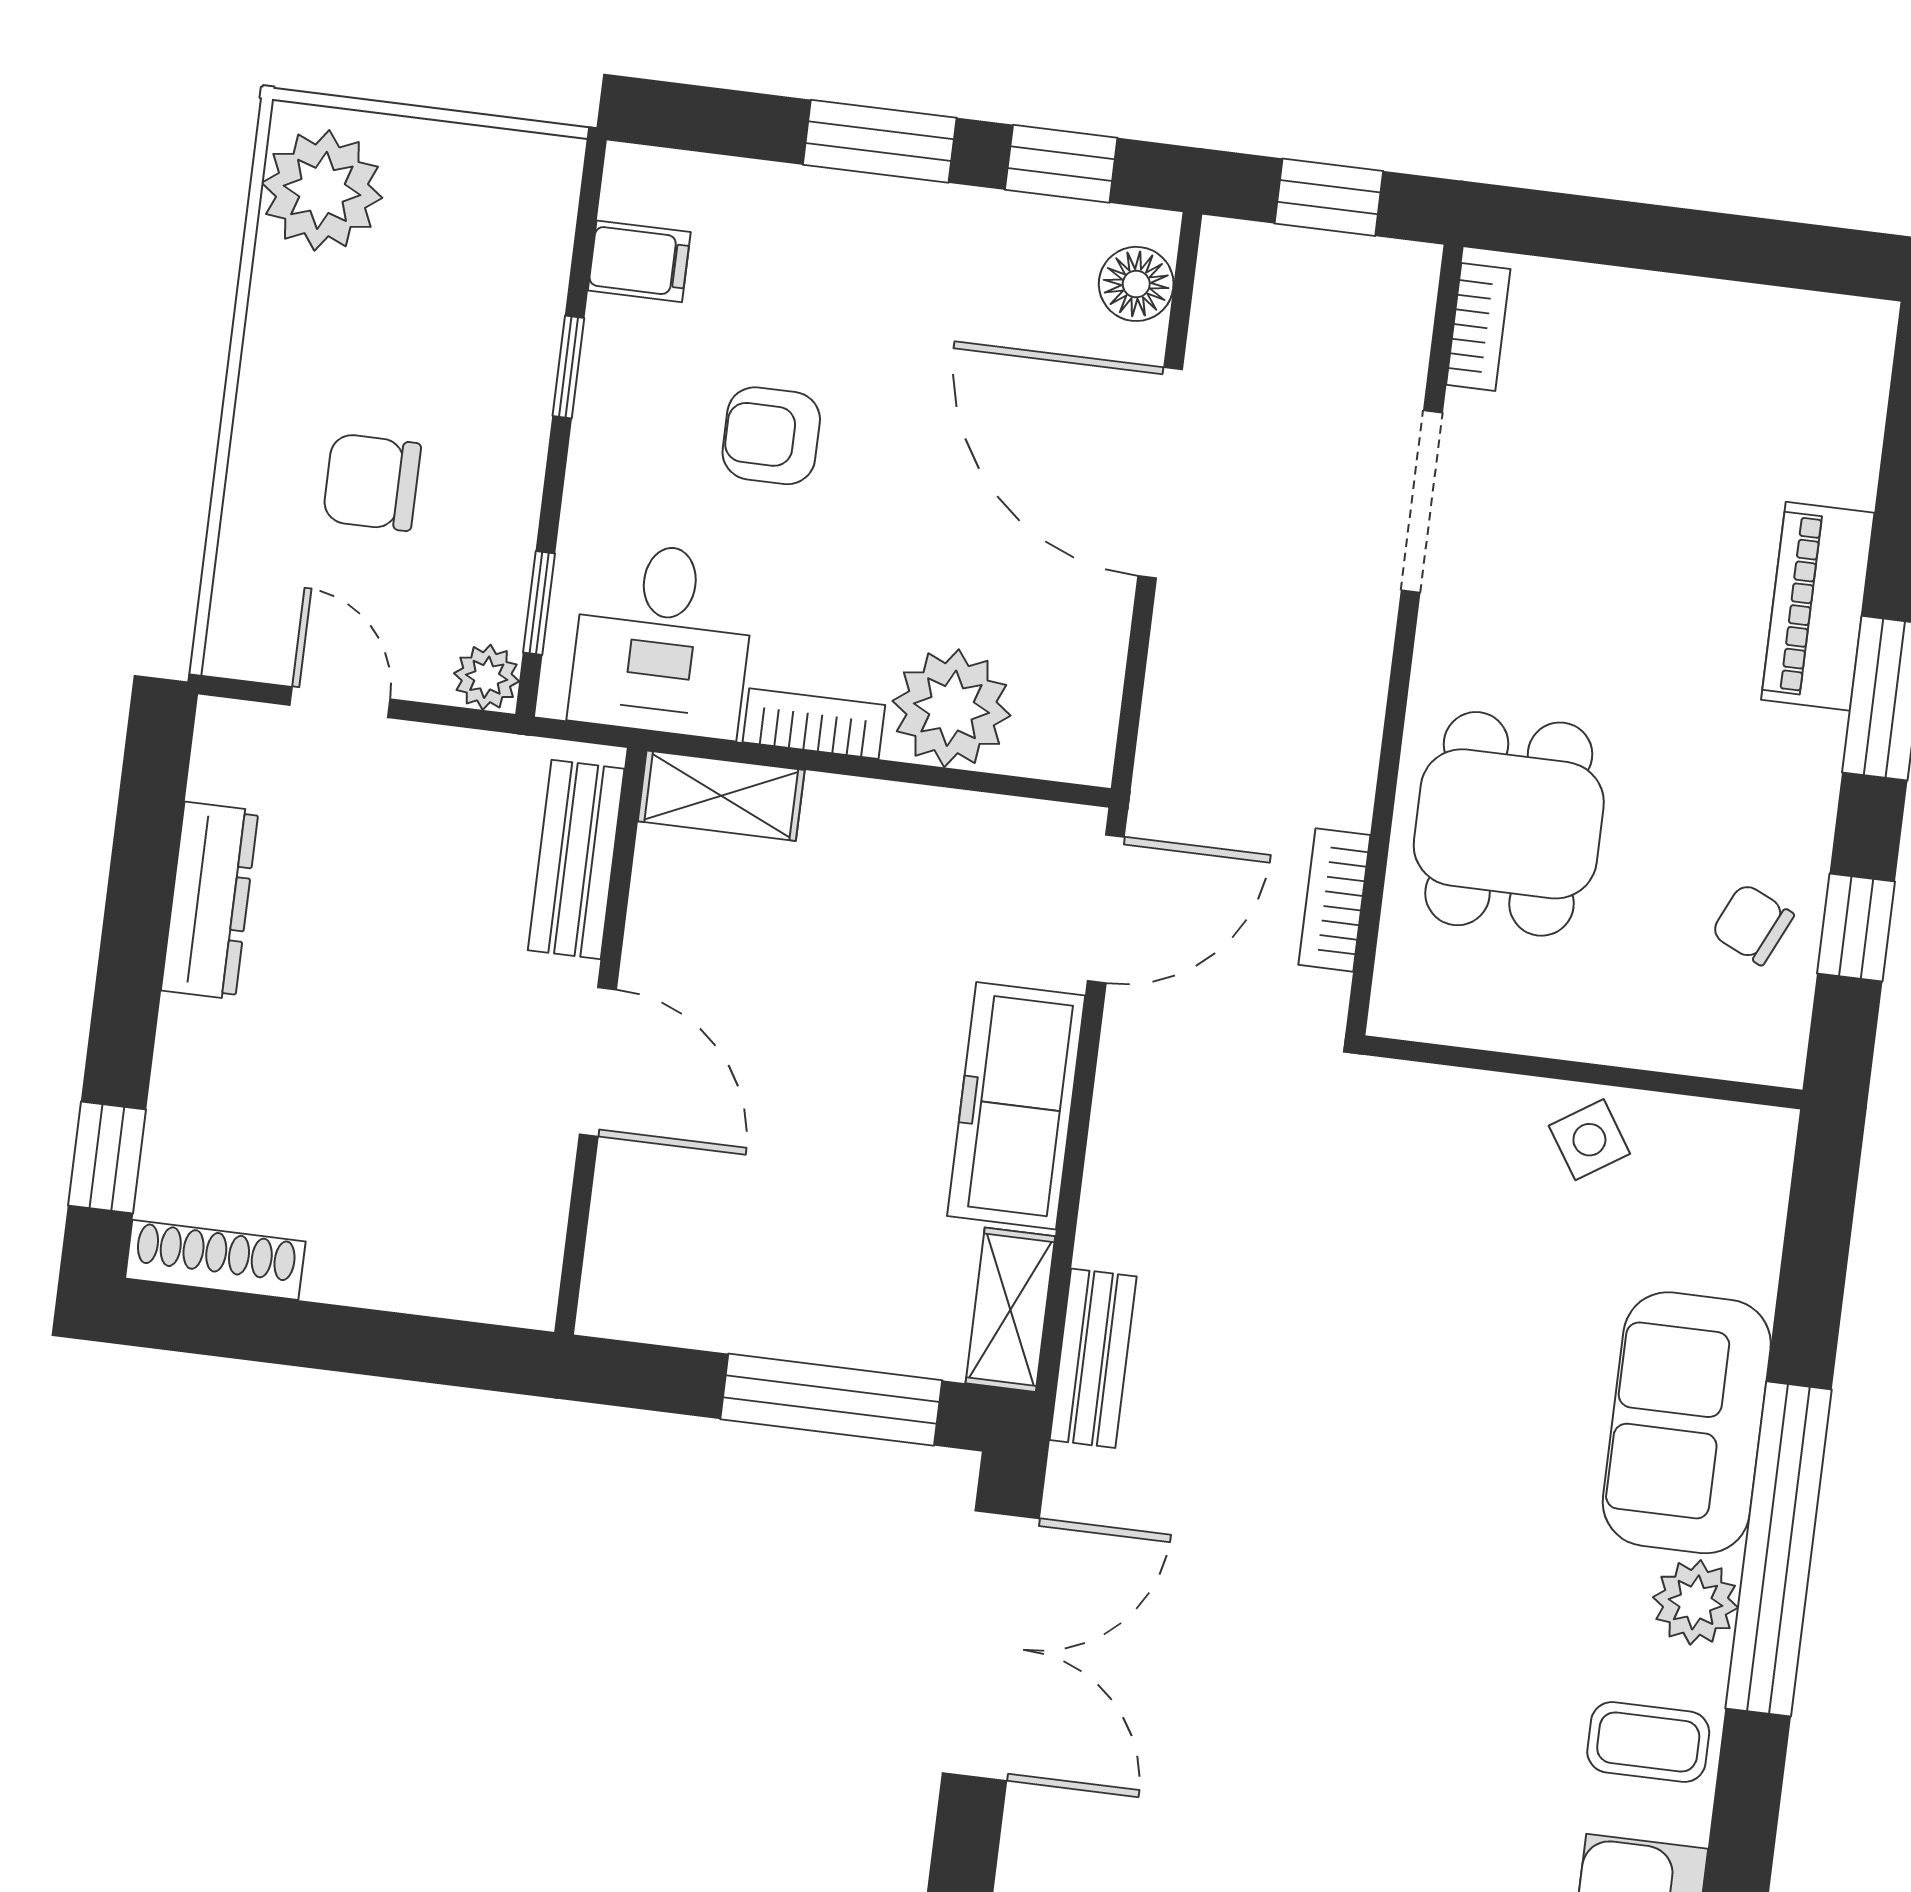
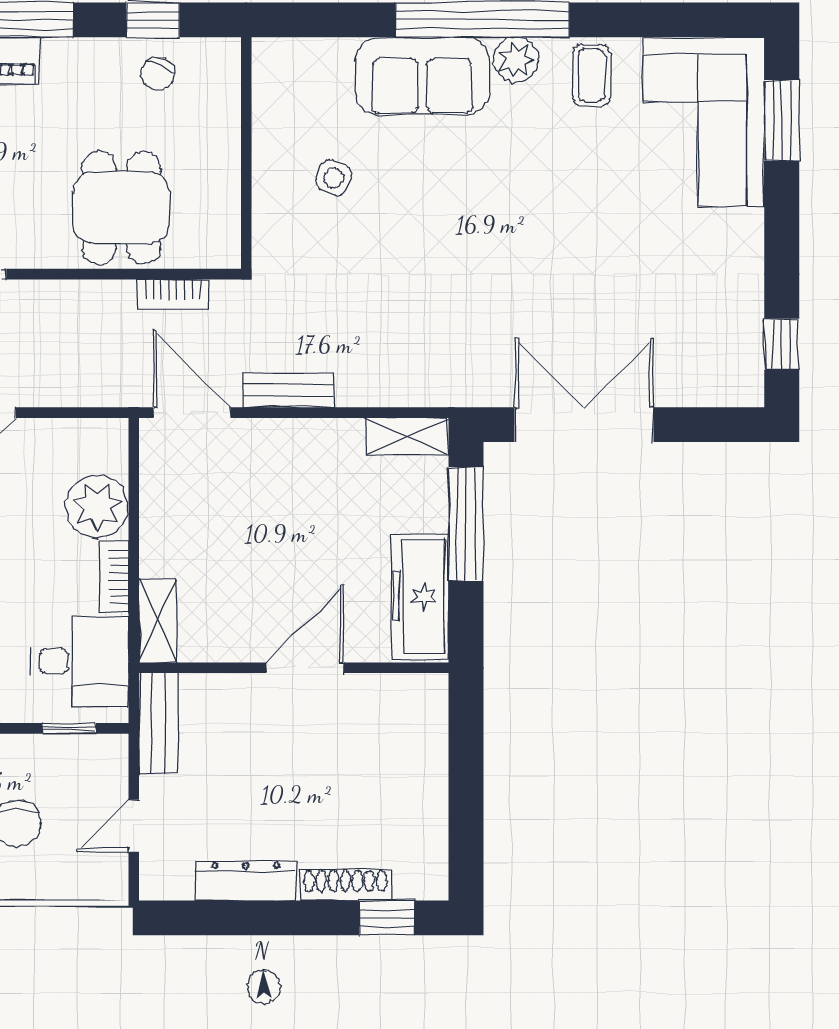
plant: (487, 677) -> (111, 751), removed
dining table: (1509, 824) -> (121, 208), turned 90
bench: (576, 859) -> (158, 724), moved, turned 90
freezer: (1016, 1106) -> (420, 596), moved, turned 90
side table: (1589, 1140) -> (334, 178), moved, turned -33
shoe rack: (215, 1260) -> (345, 885), moved, turned 90
bench: (1093, 1358) -> (288, 390), moved

